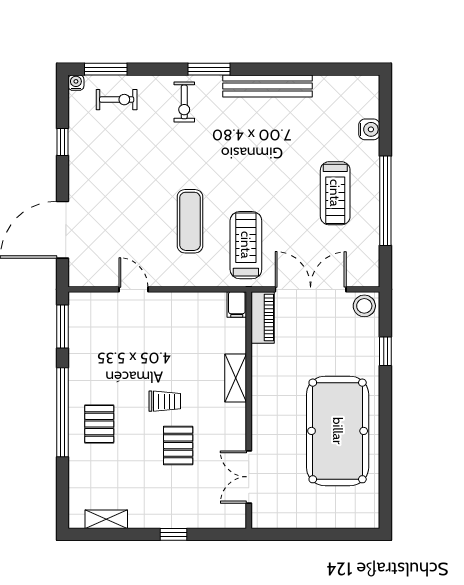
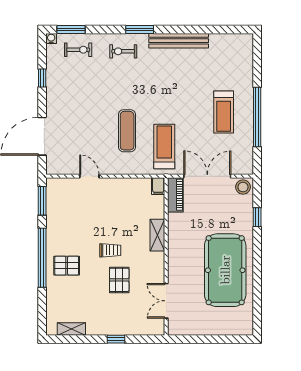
exercise bike: (184, 102) -> (123, 51), turned 90
water cooler: (369, 129) -> (246, 70), removed
pallet: (99, 424) -> (67, 266), turned 90

